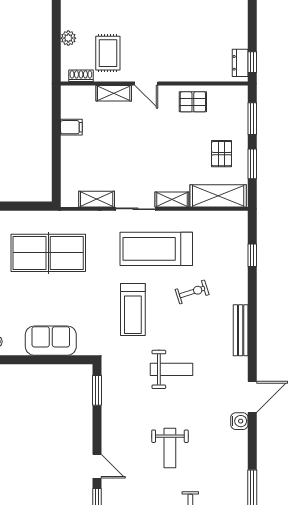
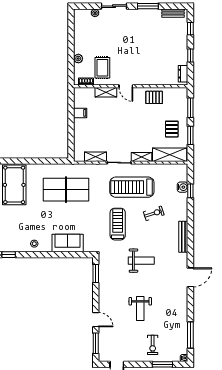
window: (252, 62) -> (190, 56), moved
treadmill: (133, 309) -> (118, 224), turned 180
water cooler: (239, 421) -> (183, 187), moved

